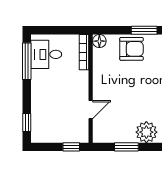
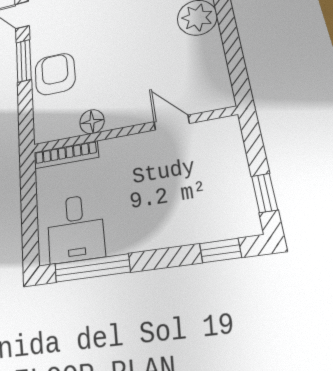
floor lamp: (99, 41) -> (92, 122), moved
window: (71, 147) -> (264, 193), moved
window: (126, 147) -> (232, 44), removed

